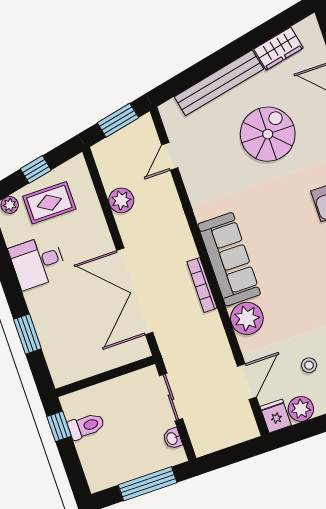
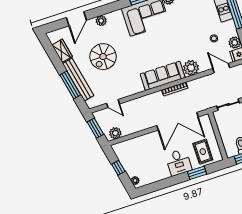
window: (207, 67) -> (70, 85), added
spiral stairs: (268, 134) -> (103, 57), turned -90
plant: (121, 200) -> (115, 133), moved
rug: (49, 203) -> (203, 152), moved
desk: (38, 262) -> (179, 162), moved

